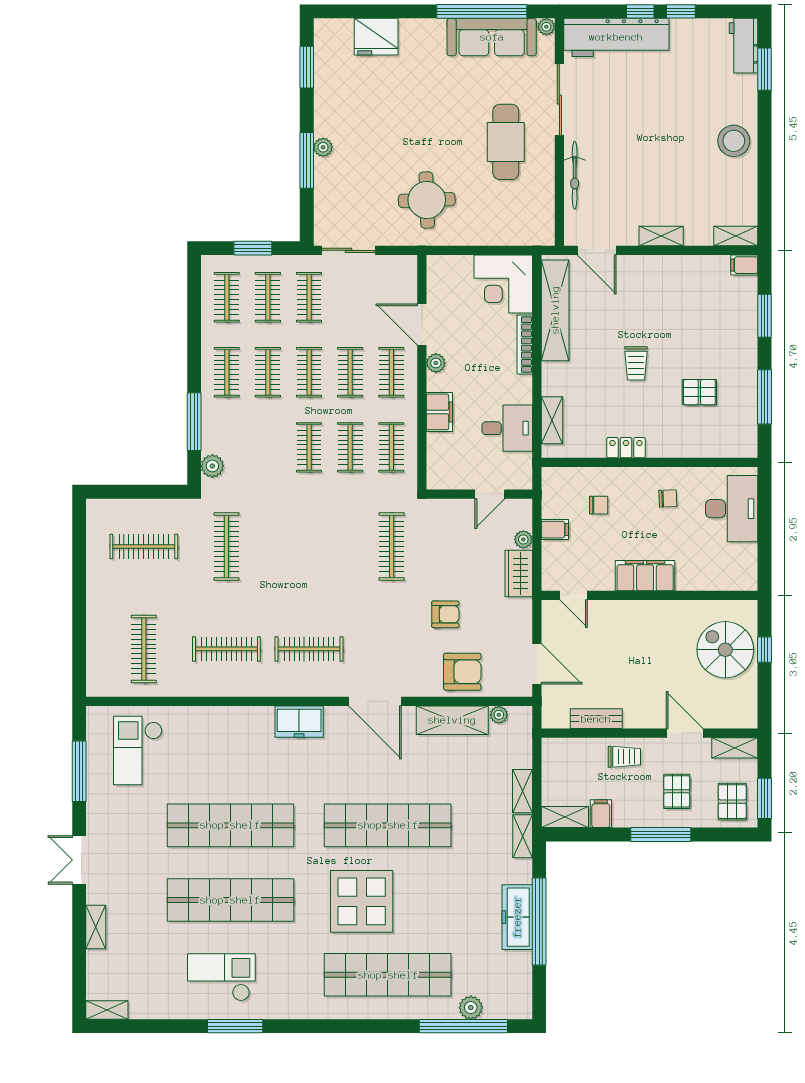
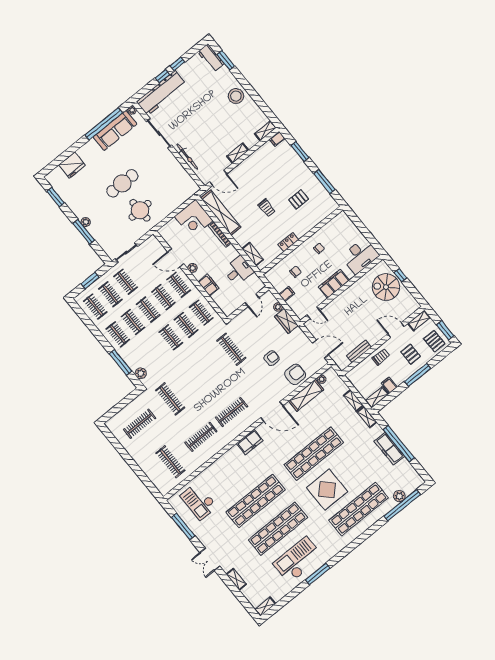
cafe table: (506, 142) -> (122, 183), moved, turned 90
desk: (732, 509) -> (360, 256), moved, turned 90
checkout: (221, 977) -> (298, 560), width x1.36, depth x1.21

